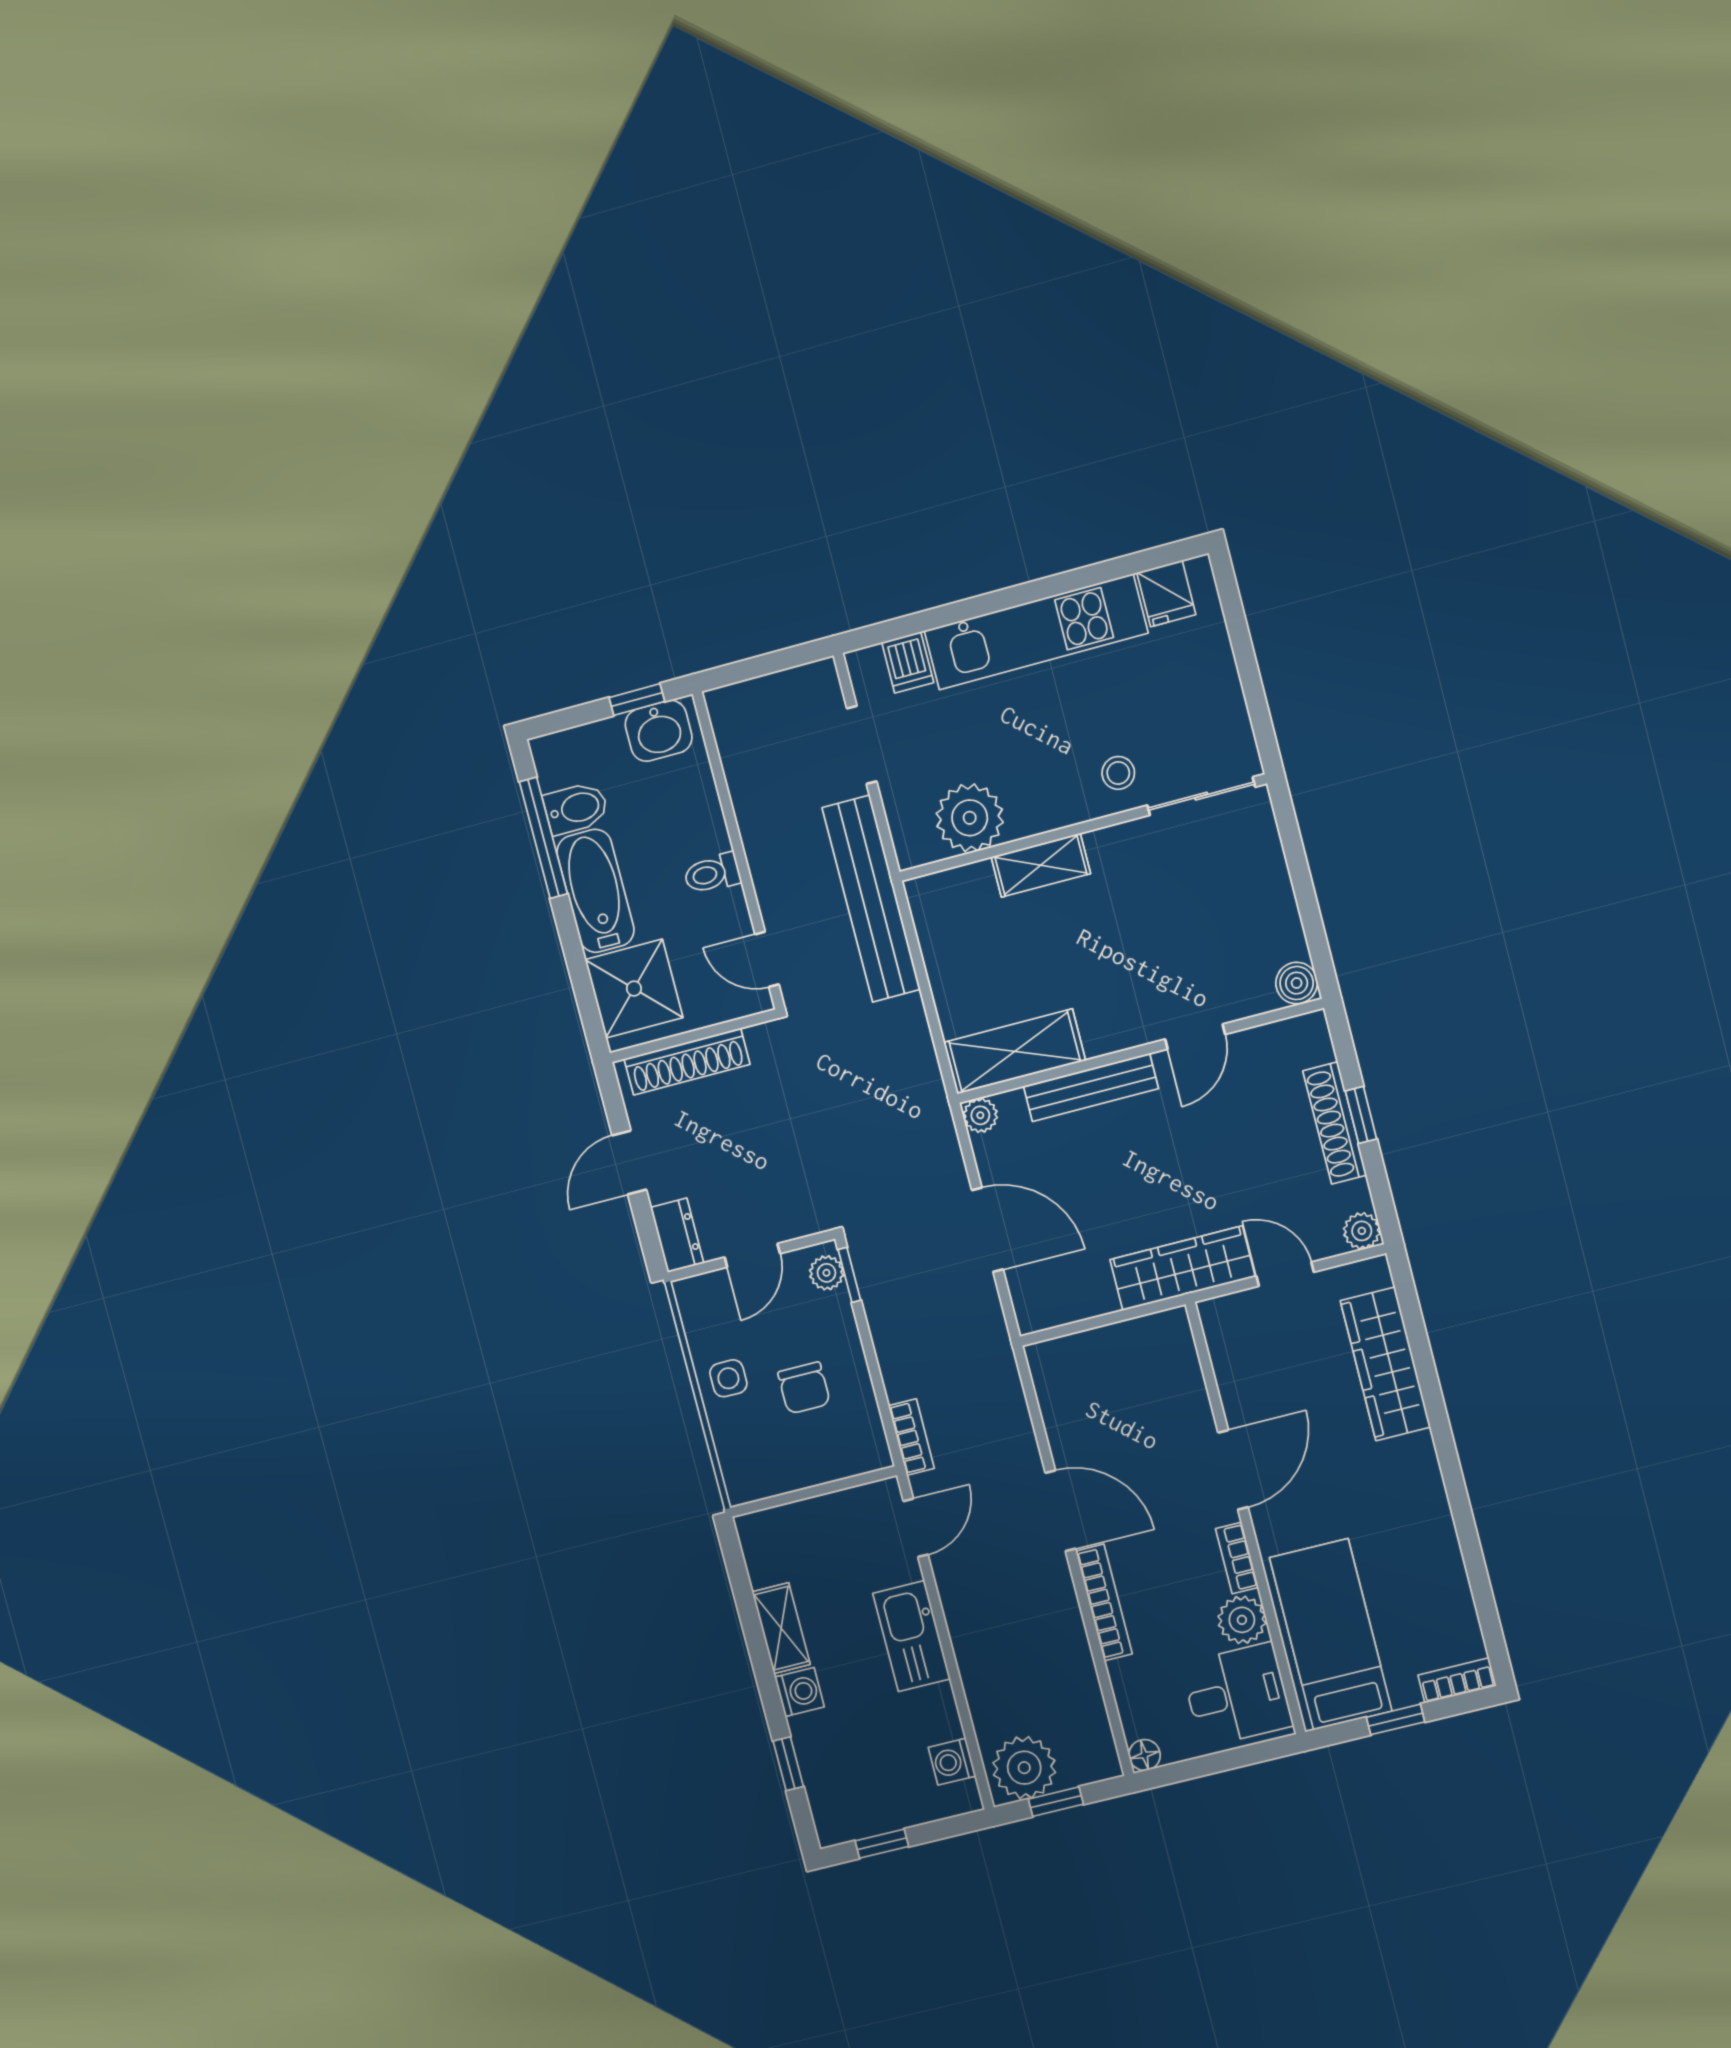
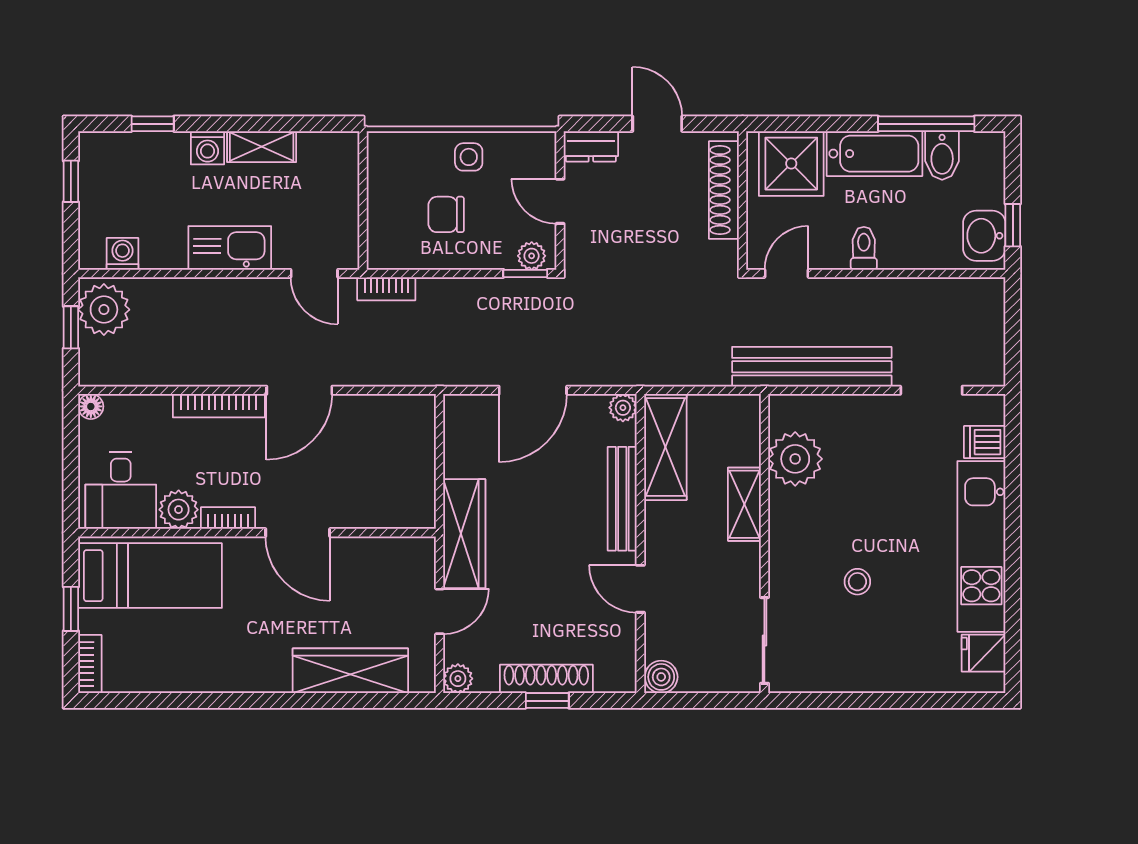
sliding door: (1201, 796) -> (764, 640), moved
plant: (970, 818) -> (795, 459), moved
wall: (1082, 828) -> (764, 544), moved
shelving: (1041, 865) -> (744, 504), moved

